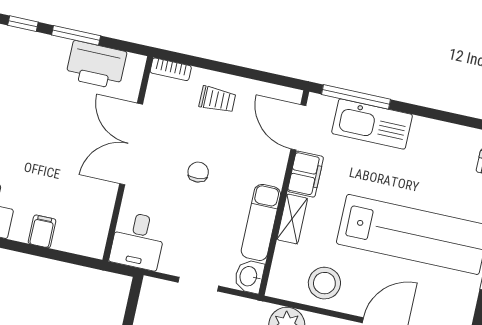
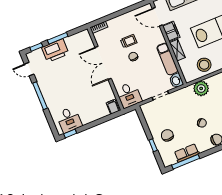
printer: (96, 65) -> (55, 51), moved
trolley: (217, 99) -> (129, 41), moved
filing cabinet: (42, 231) -> (113, 107), moved

